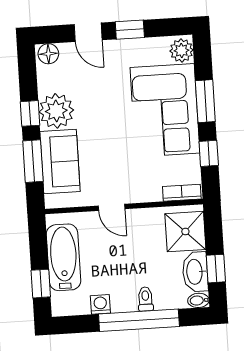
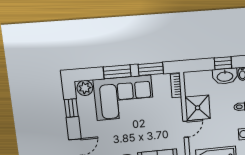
window: (130, 30) -> (71, 108), moved
window: (209, 153) -> (151, 69), width x1.50
shower: (185, 232) -> (198, 108), moved

